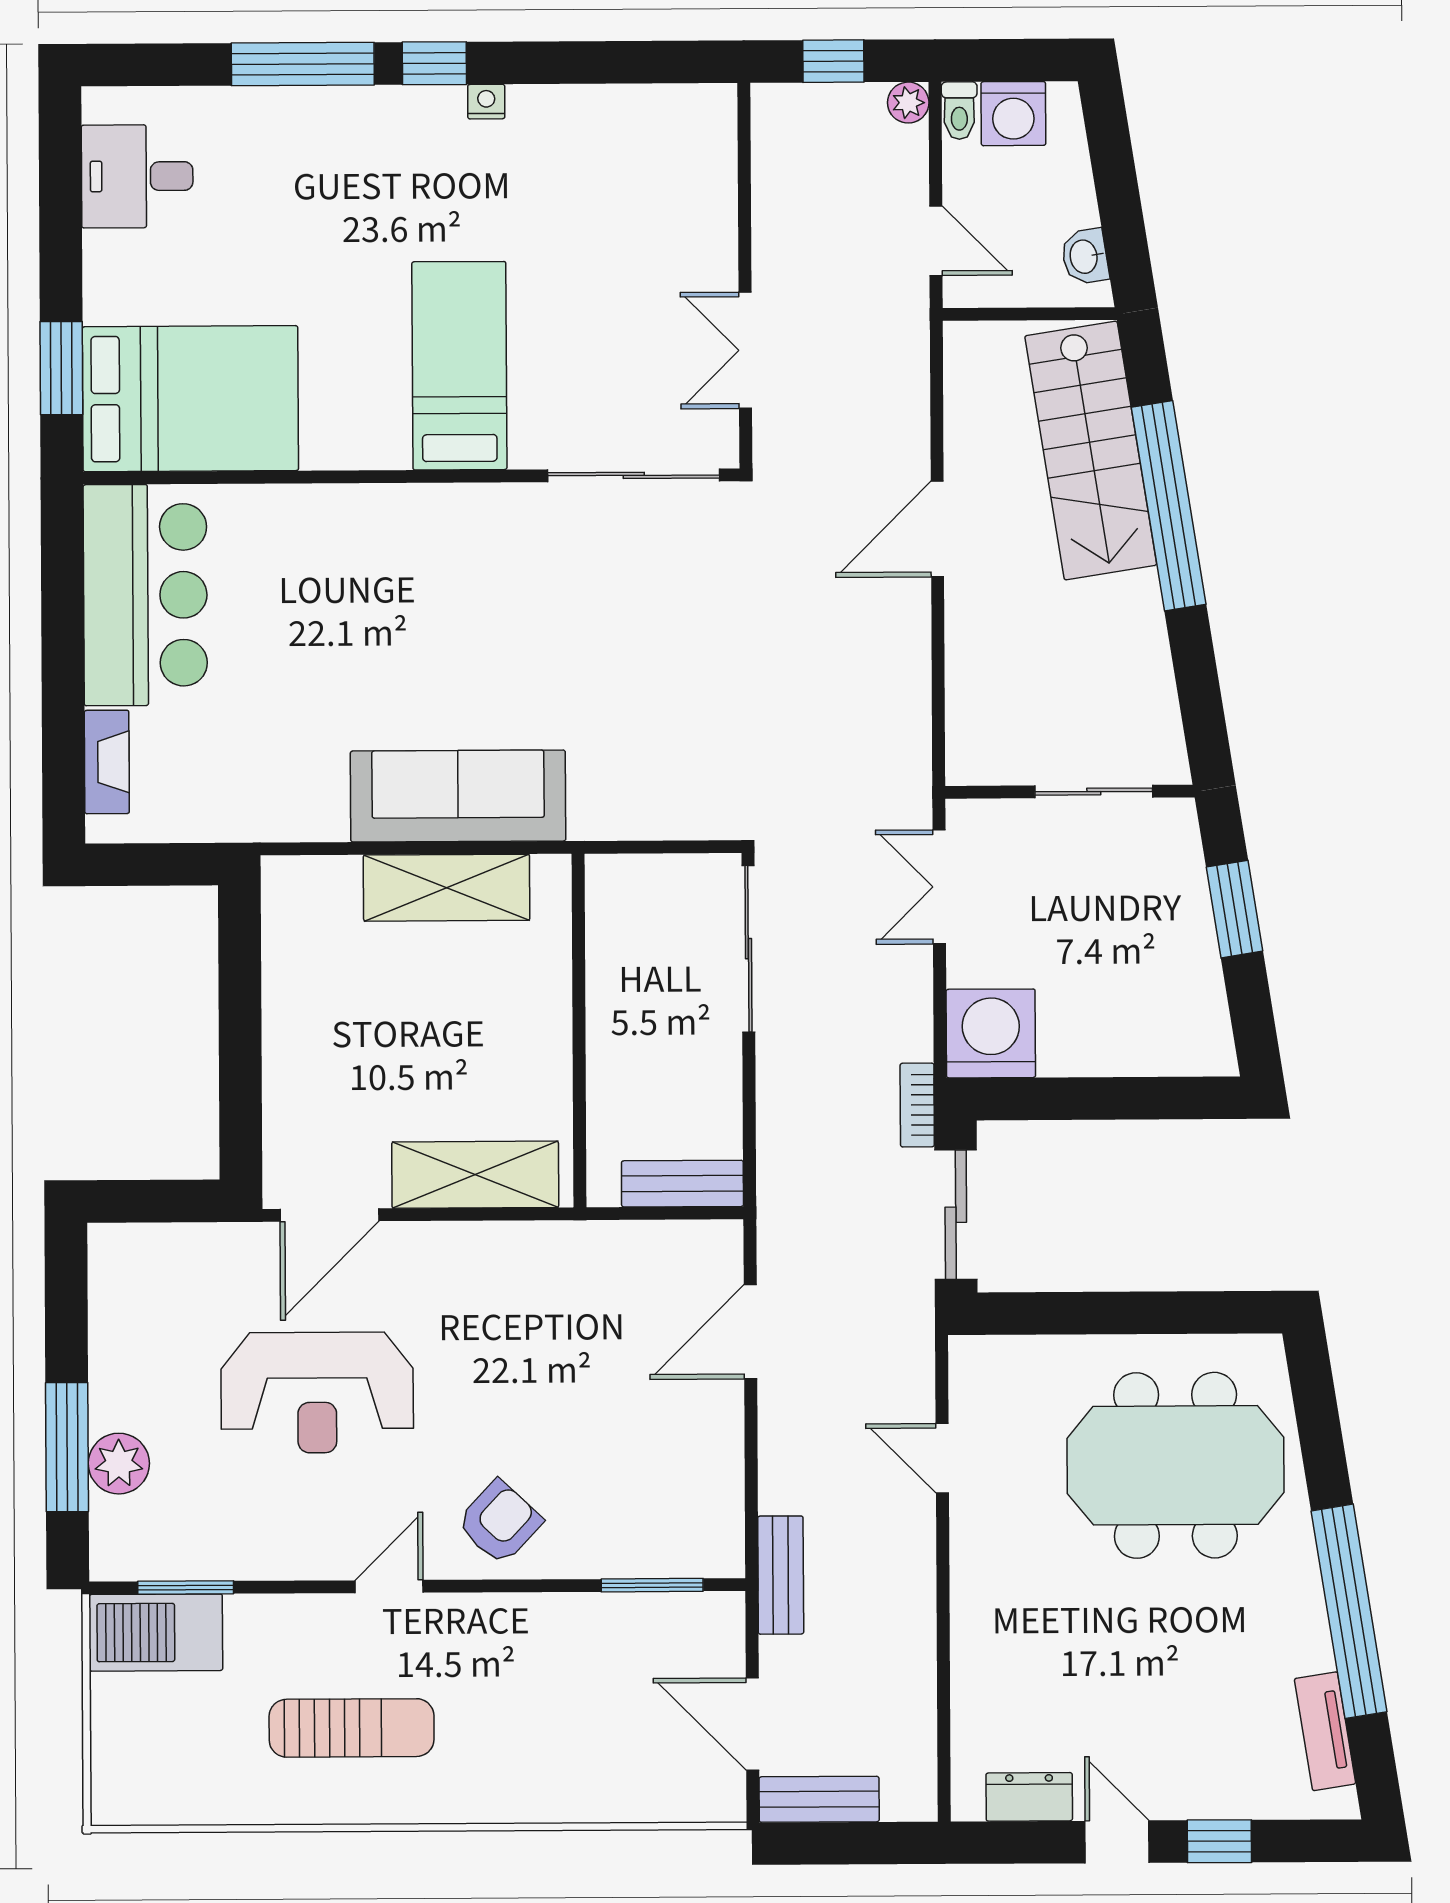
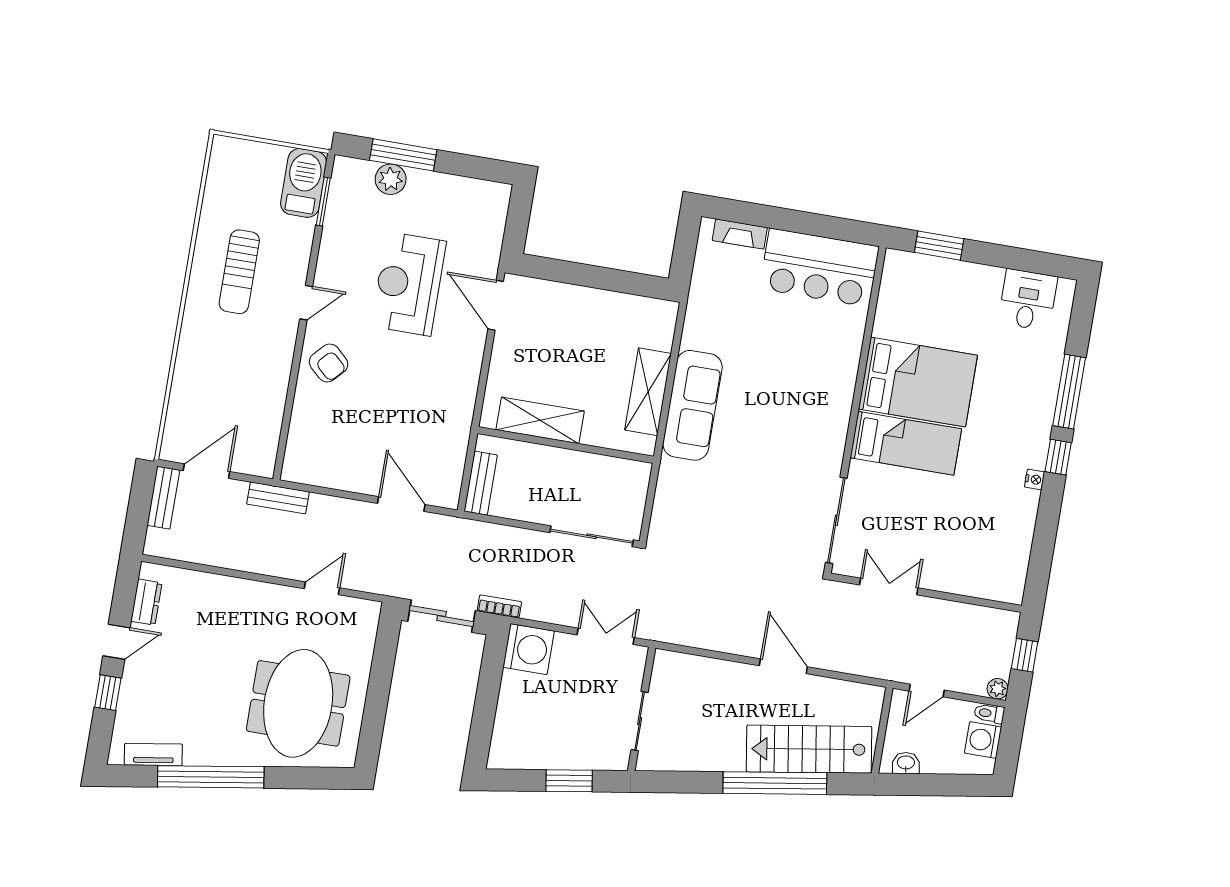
bed: (190, 399) -> (918, 382), moved, turned -90
shelving: (475, 1175) -> (540, 420), moved, turned 90
window: (652, 1585) -> (284, 433), removed
door: (389, 1587) -> (306, 303), hinge flipped

